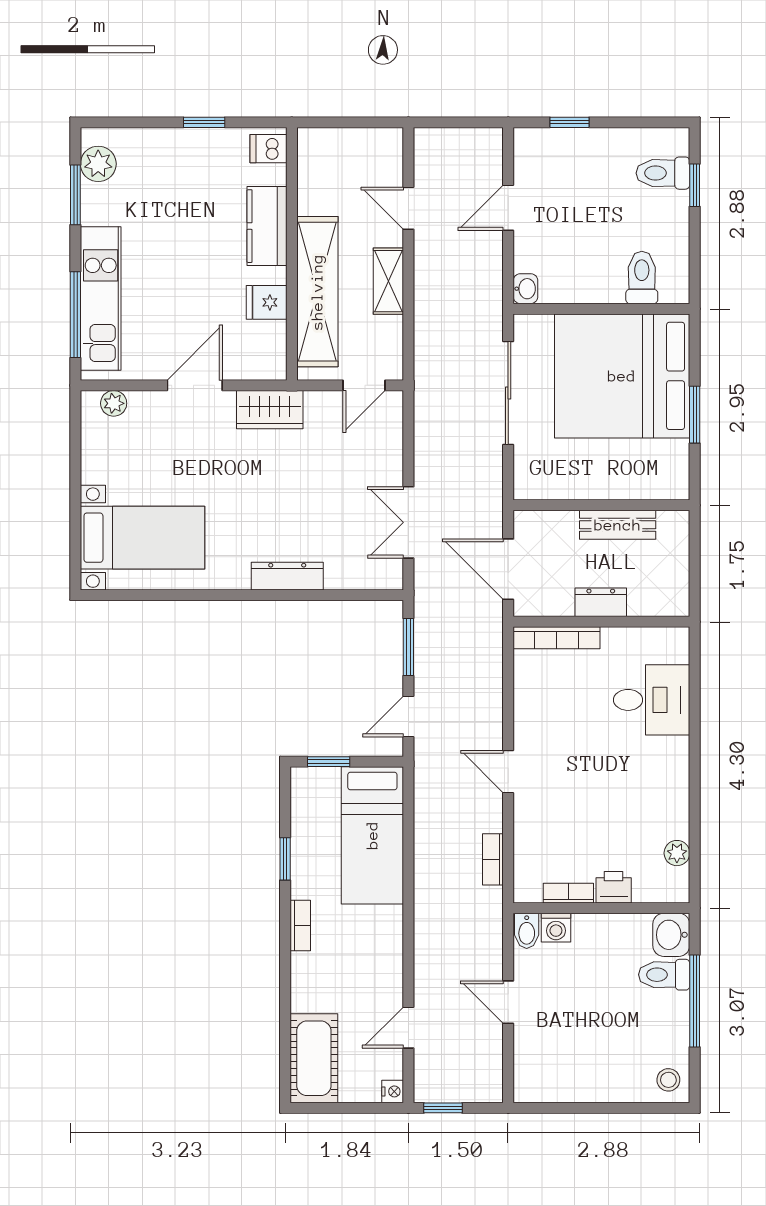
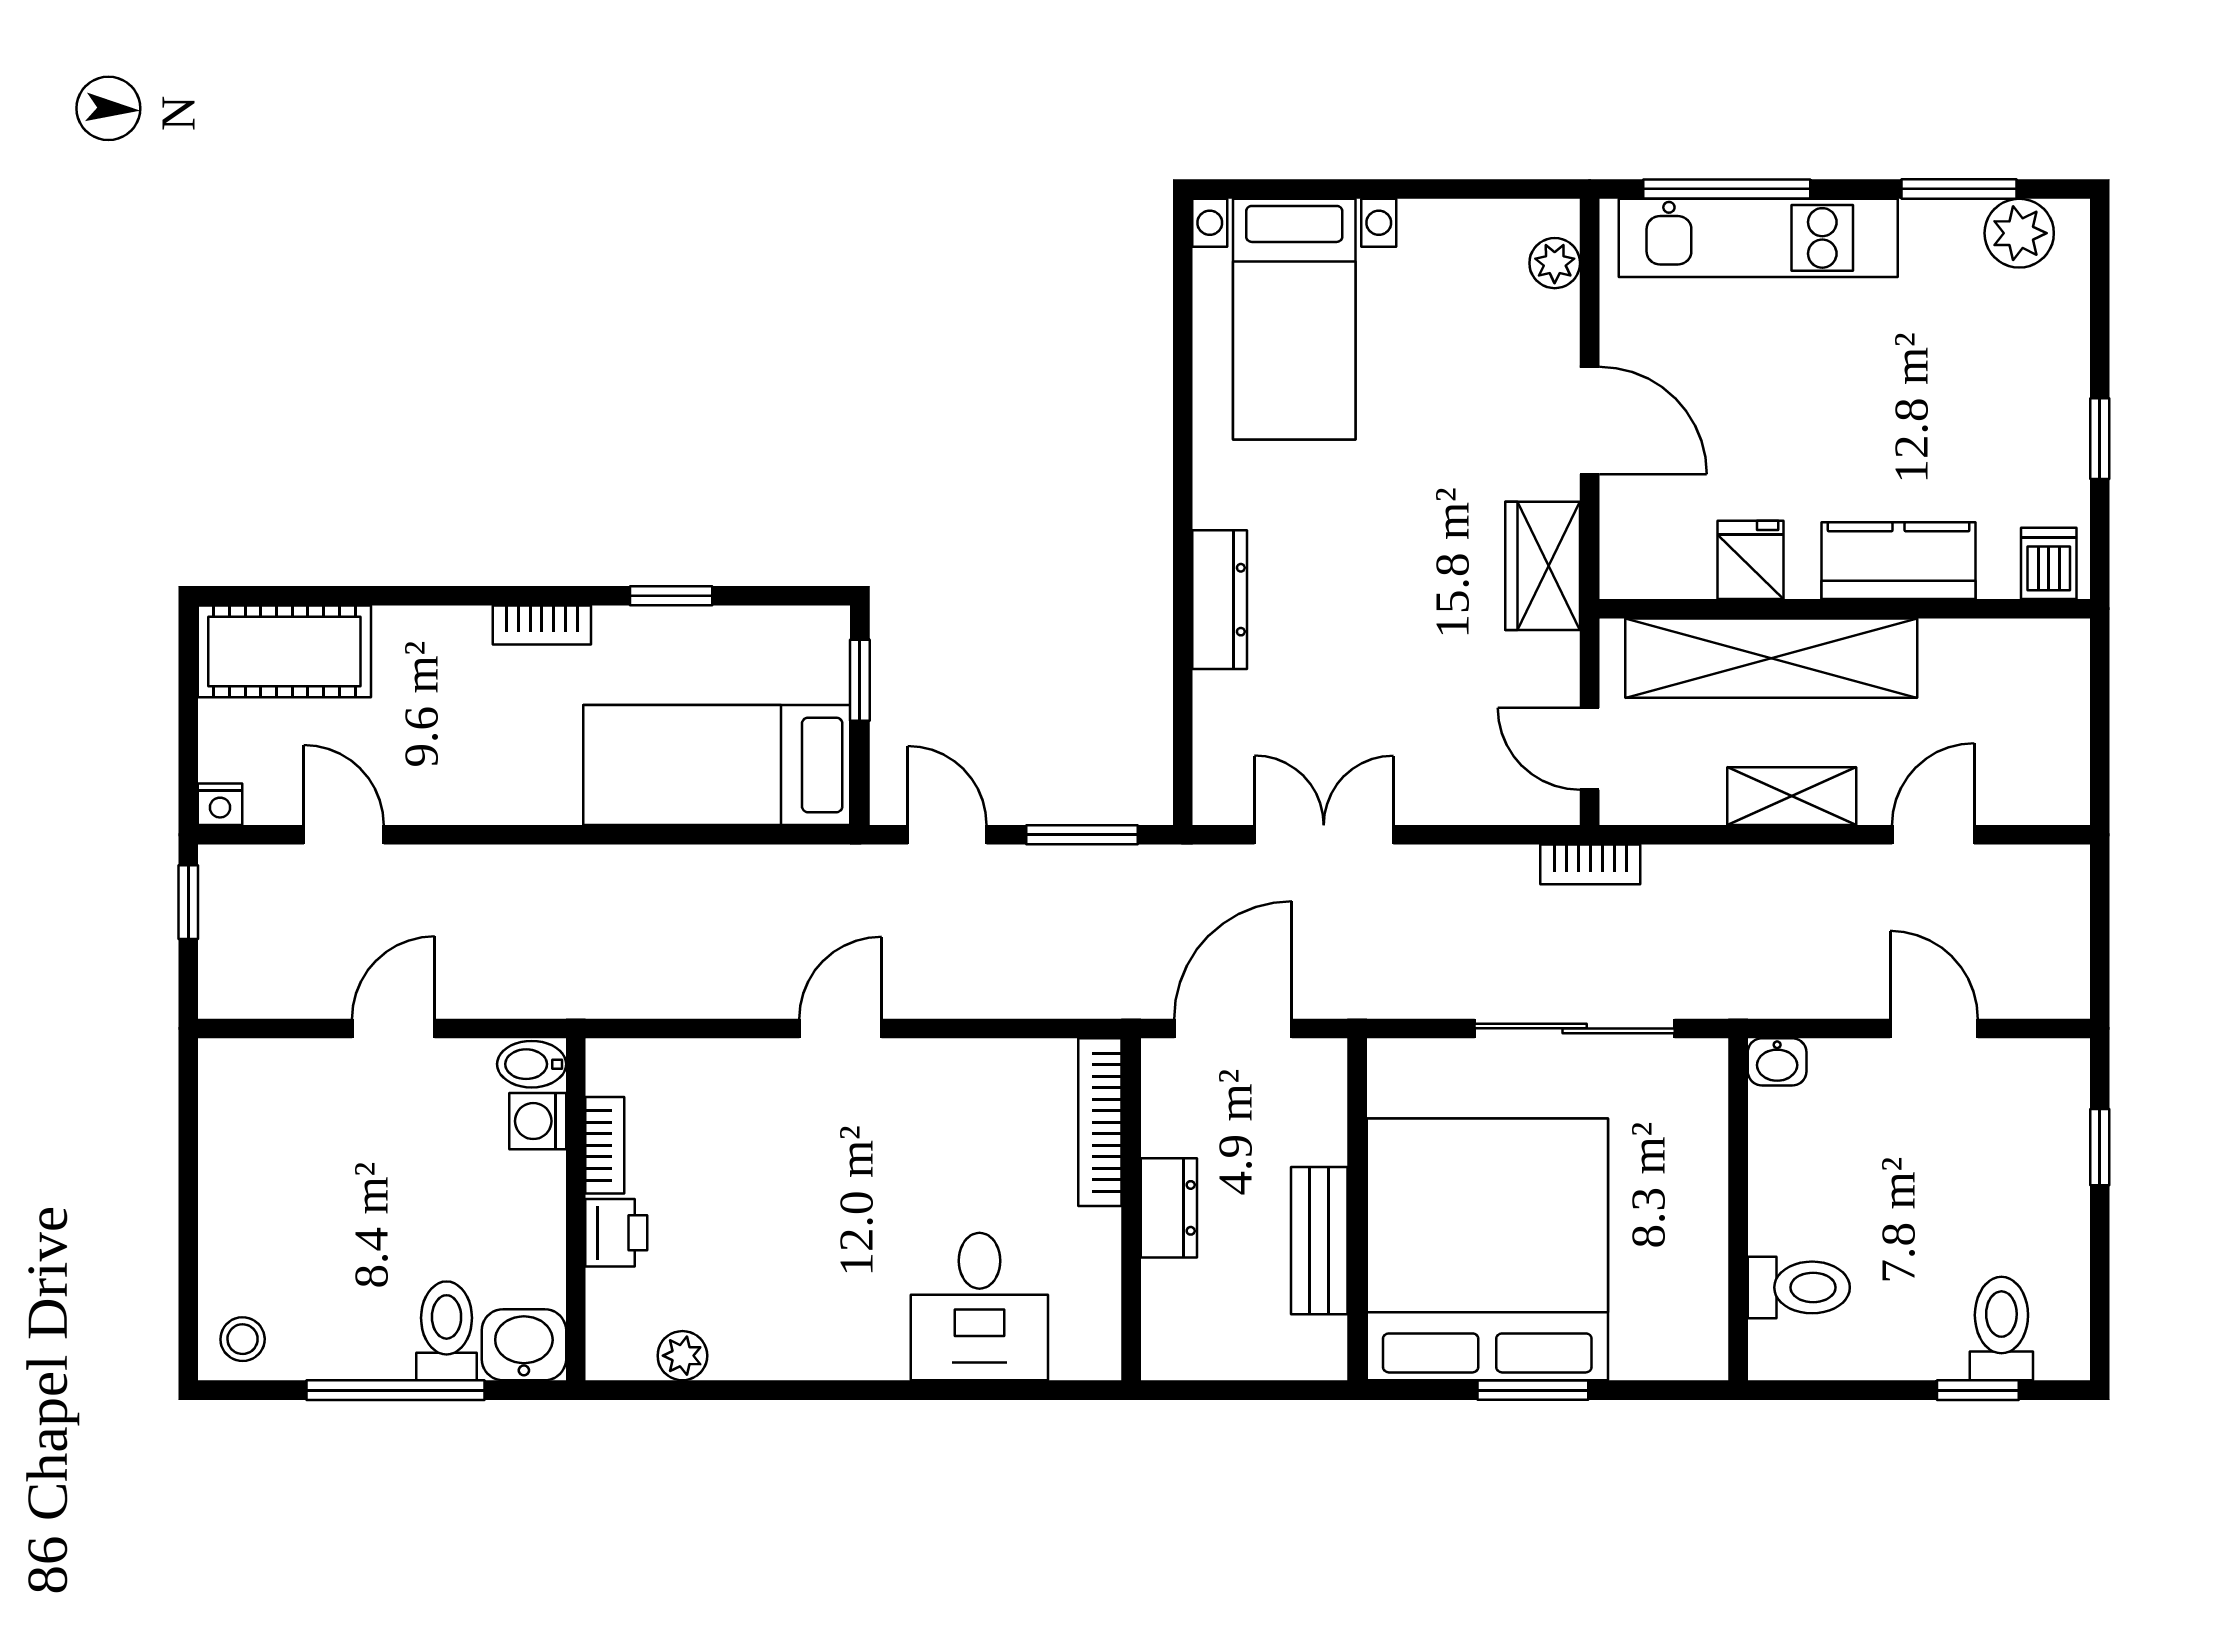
bed: (622, 376) -> (1487, 1249), moved
bookcase: (493, 859) -> (1590, 864), moved, turned 180

